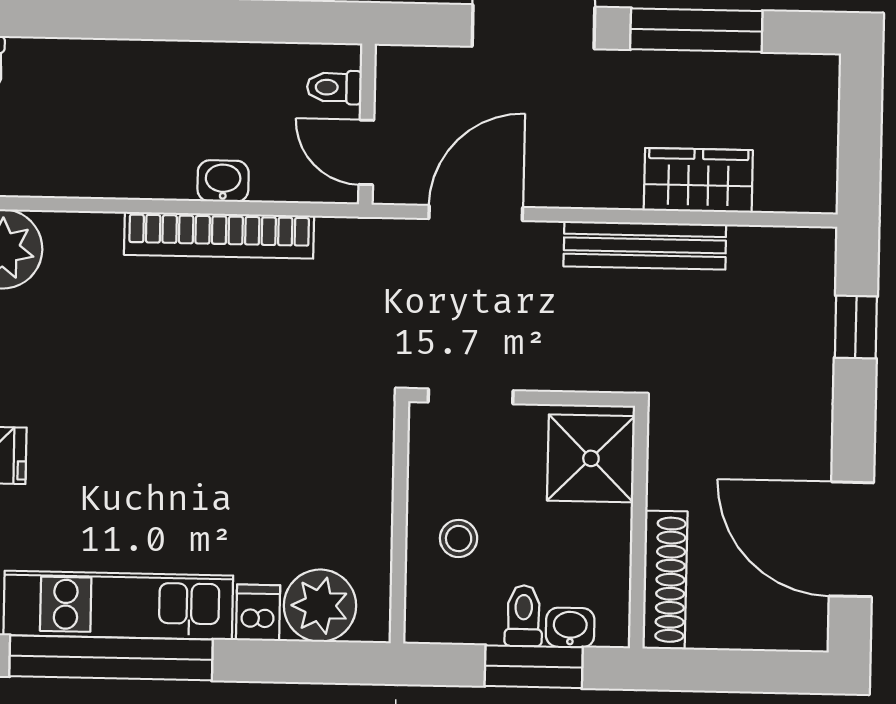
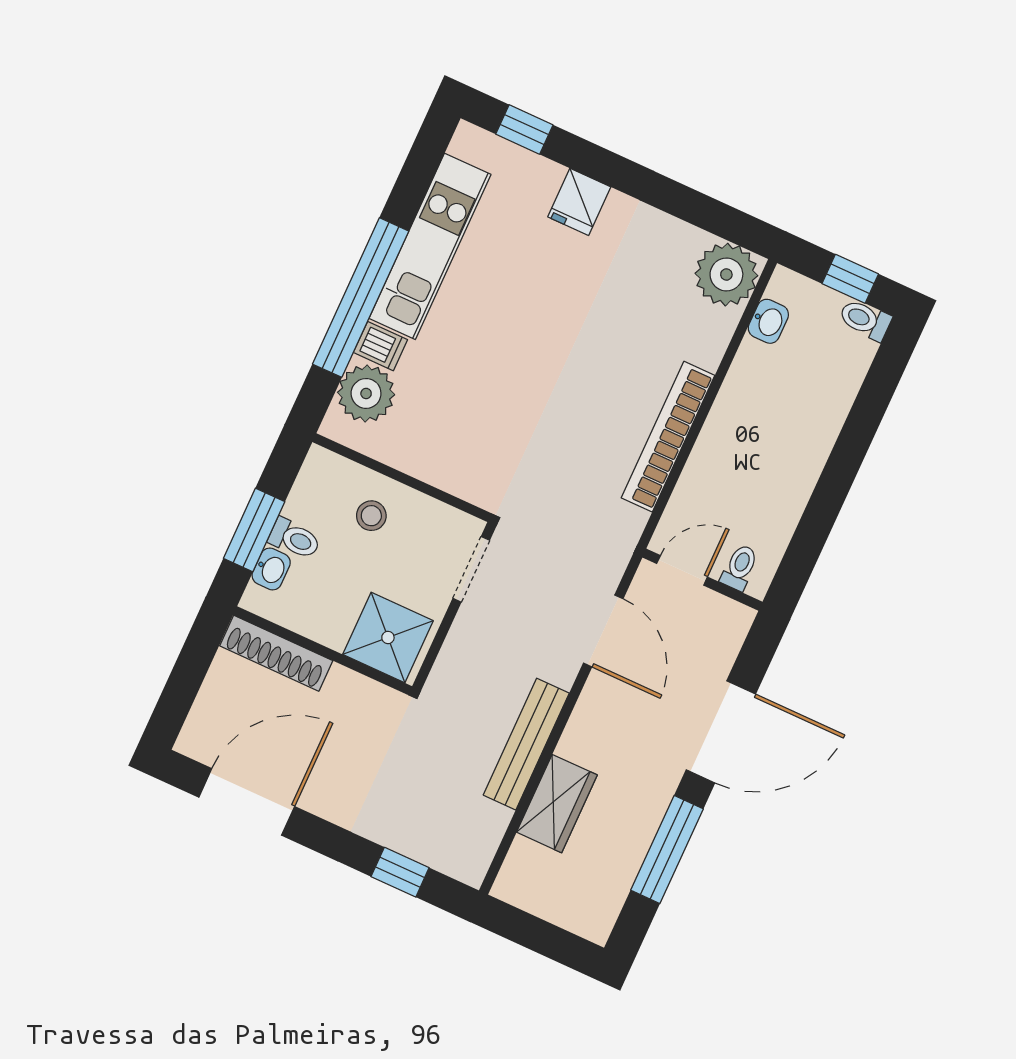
washbasin: (223, 181) -> (768, 321), moved
window: (111, 658) -> (361, 298), moved

